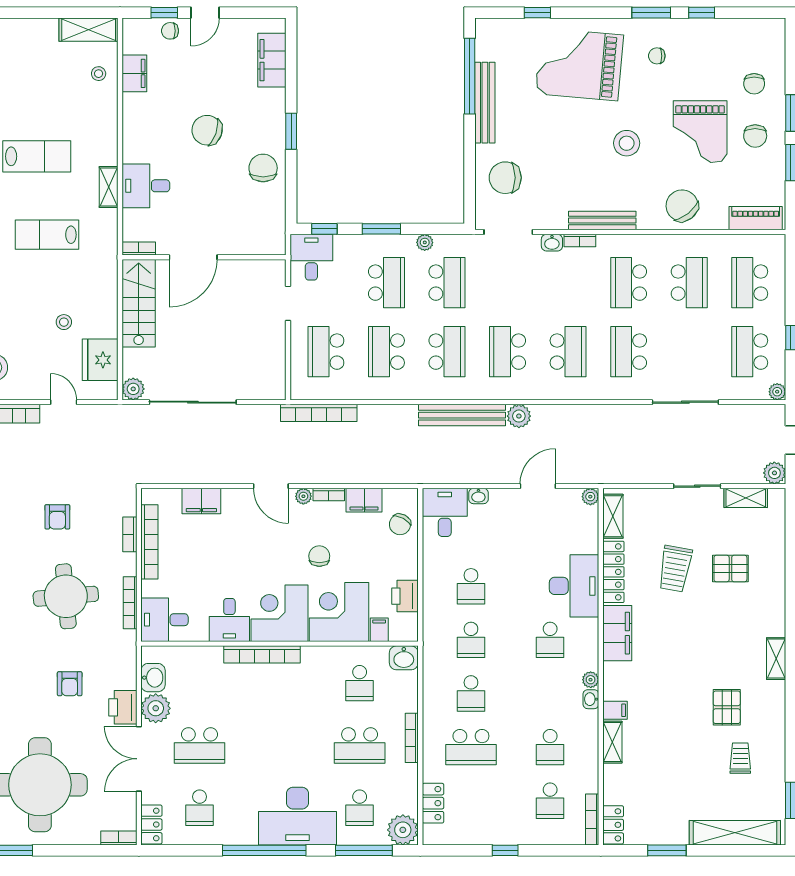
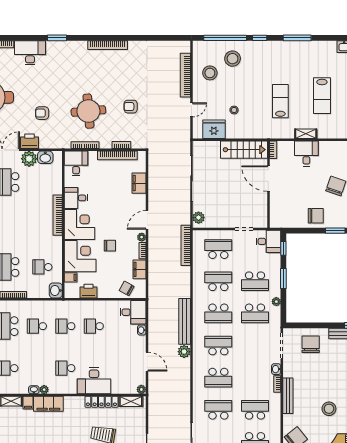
plant: (133, 389) -> (199, 218), moved
filing cabinet: (617, 633) -> (48, 404), moved

